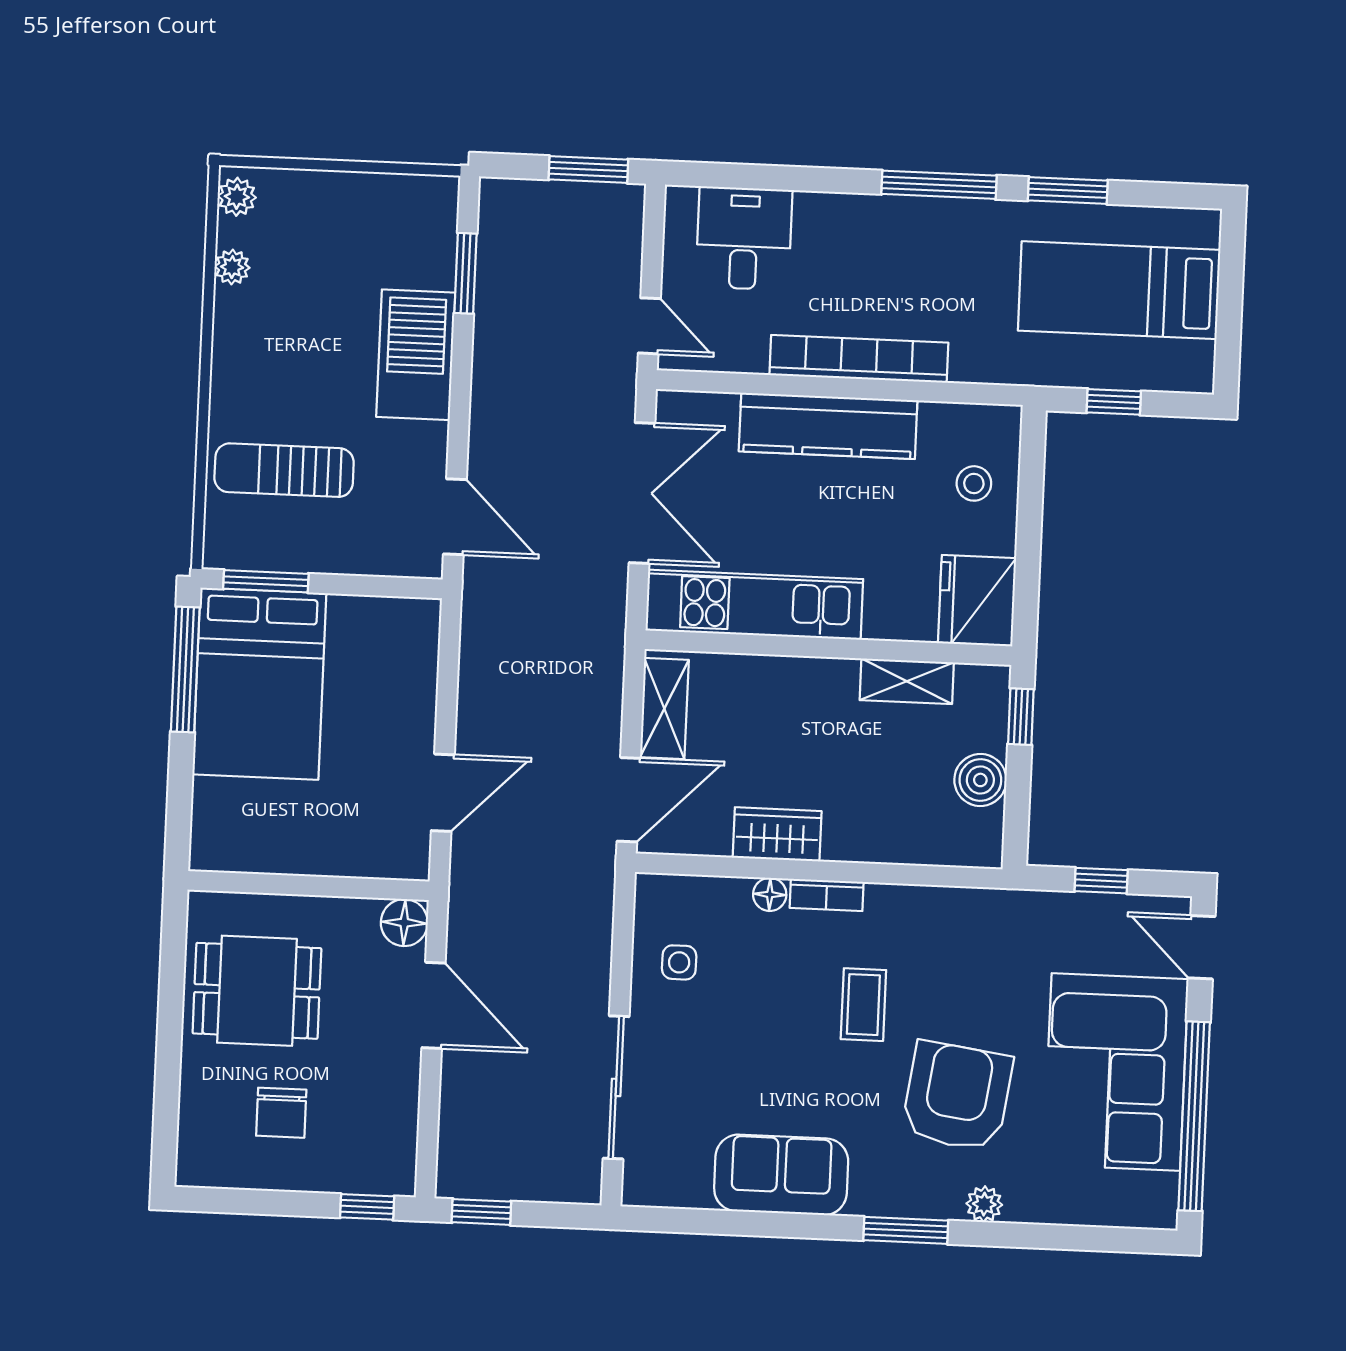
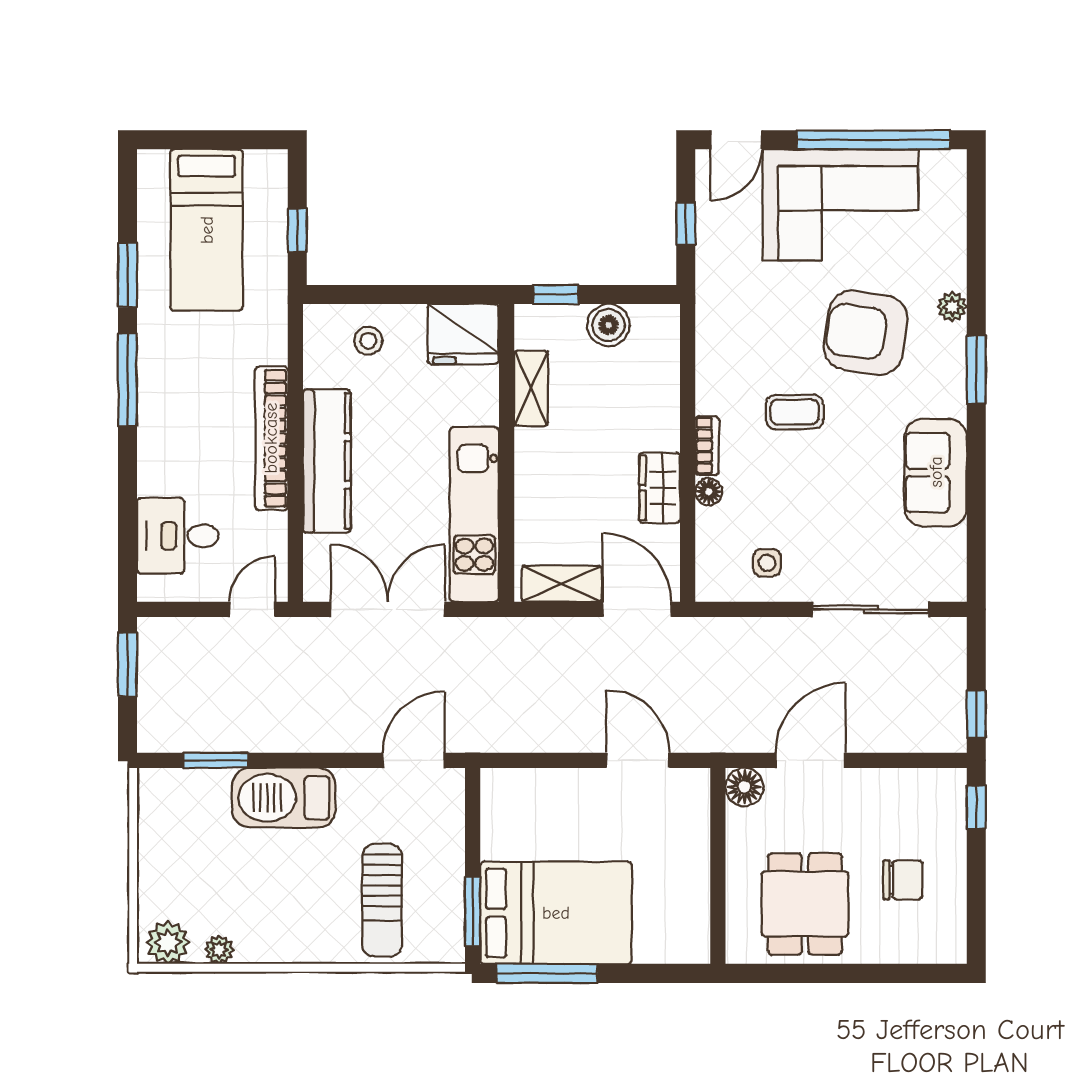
plant: (237, 197) -> (168, 943), width x1.38, depth x1.38

